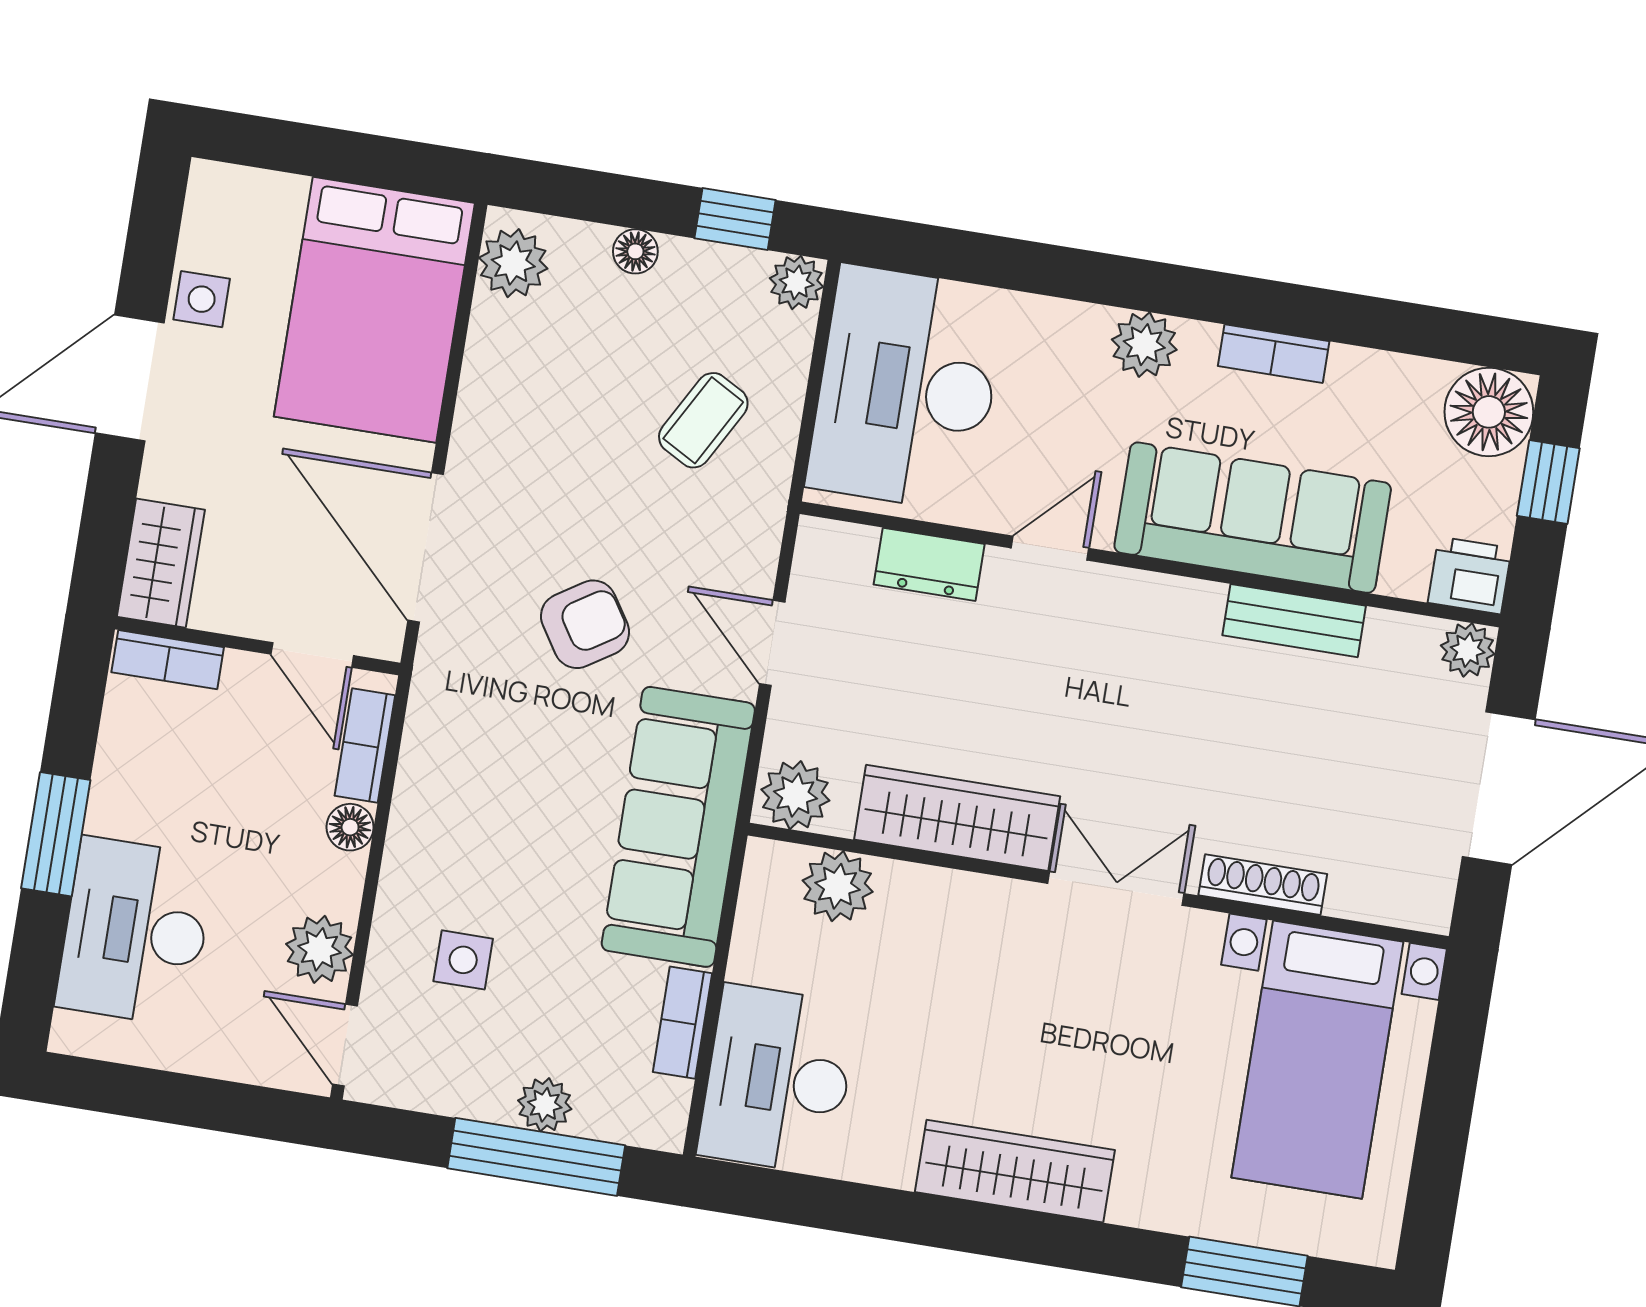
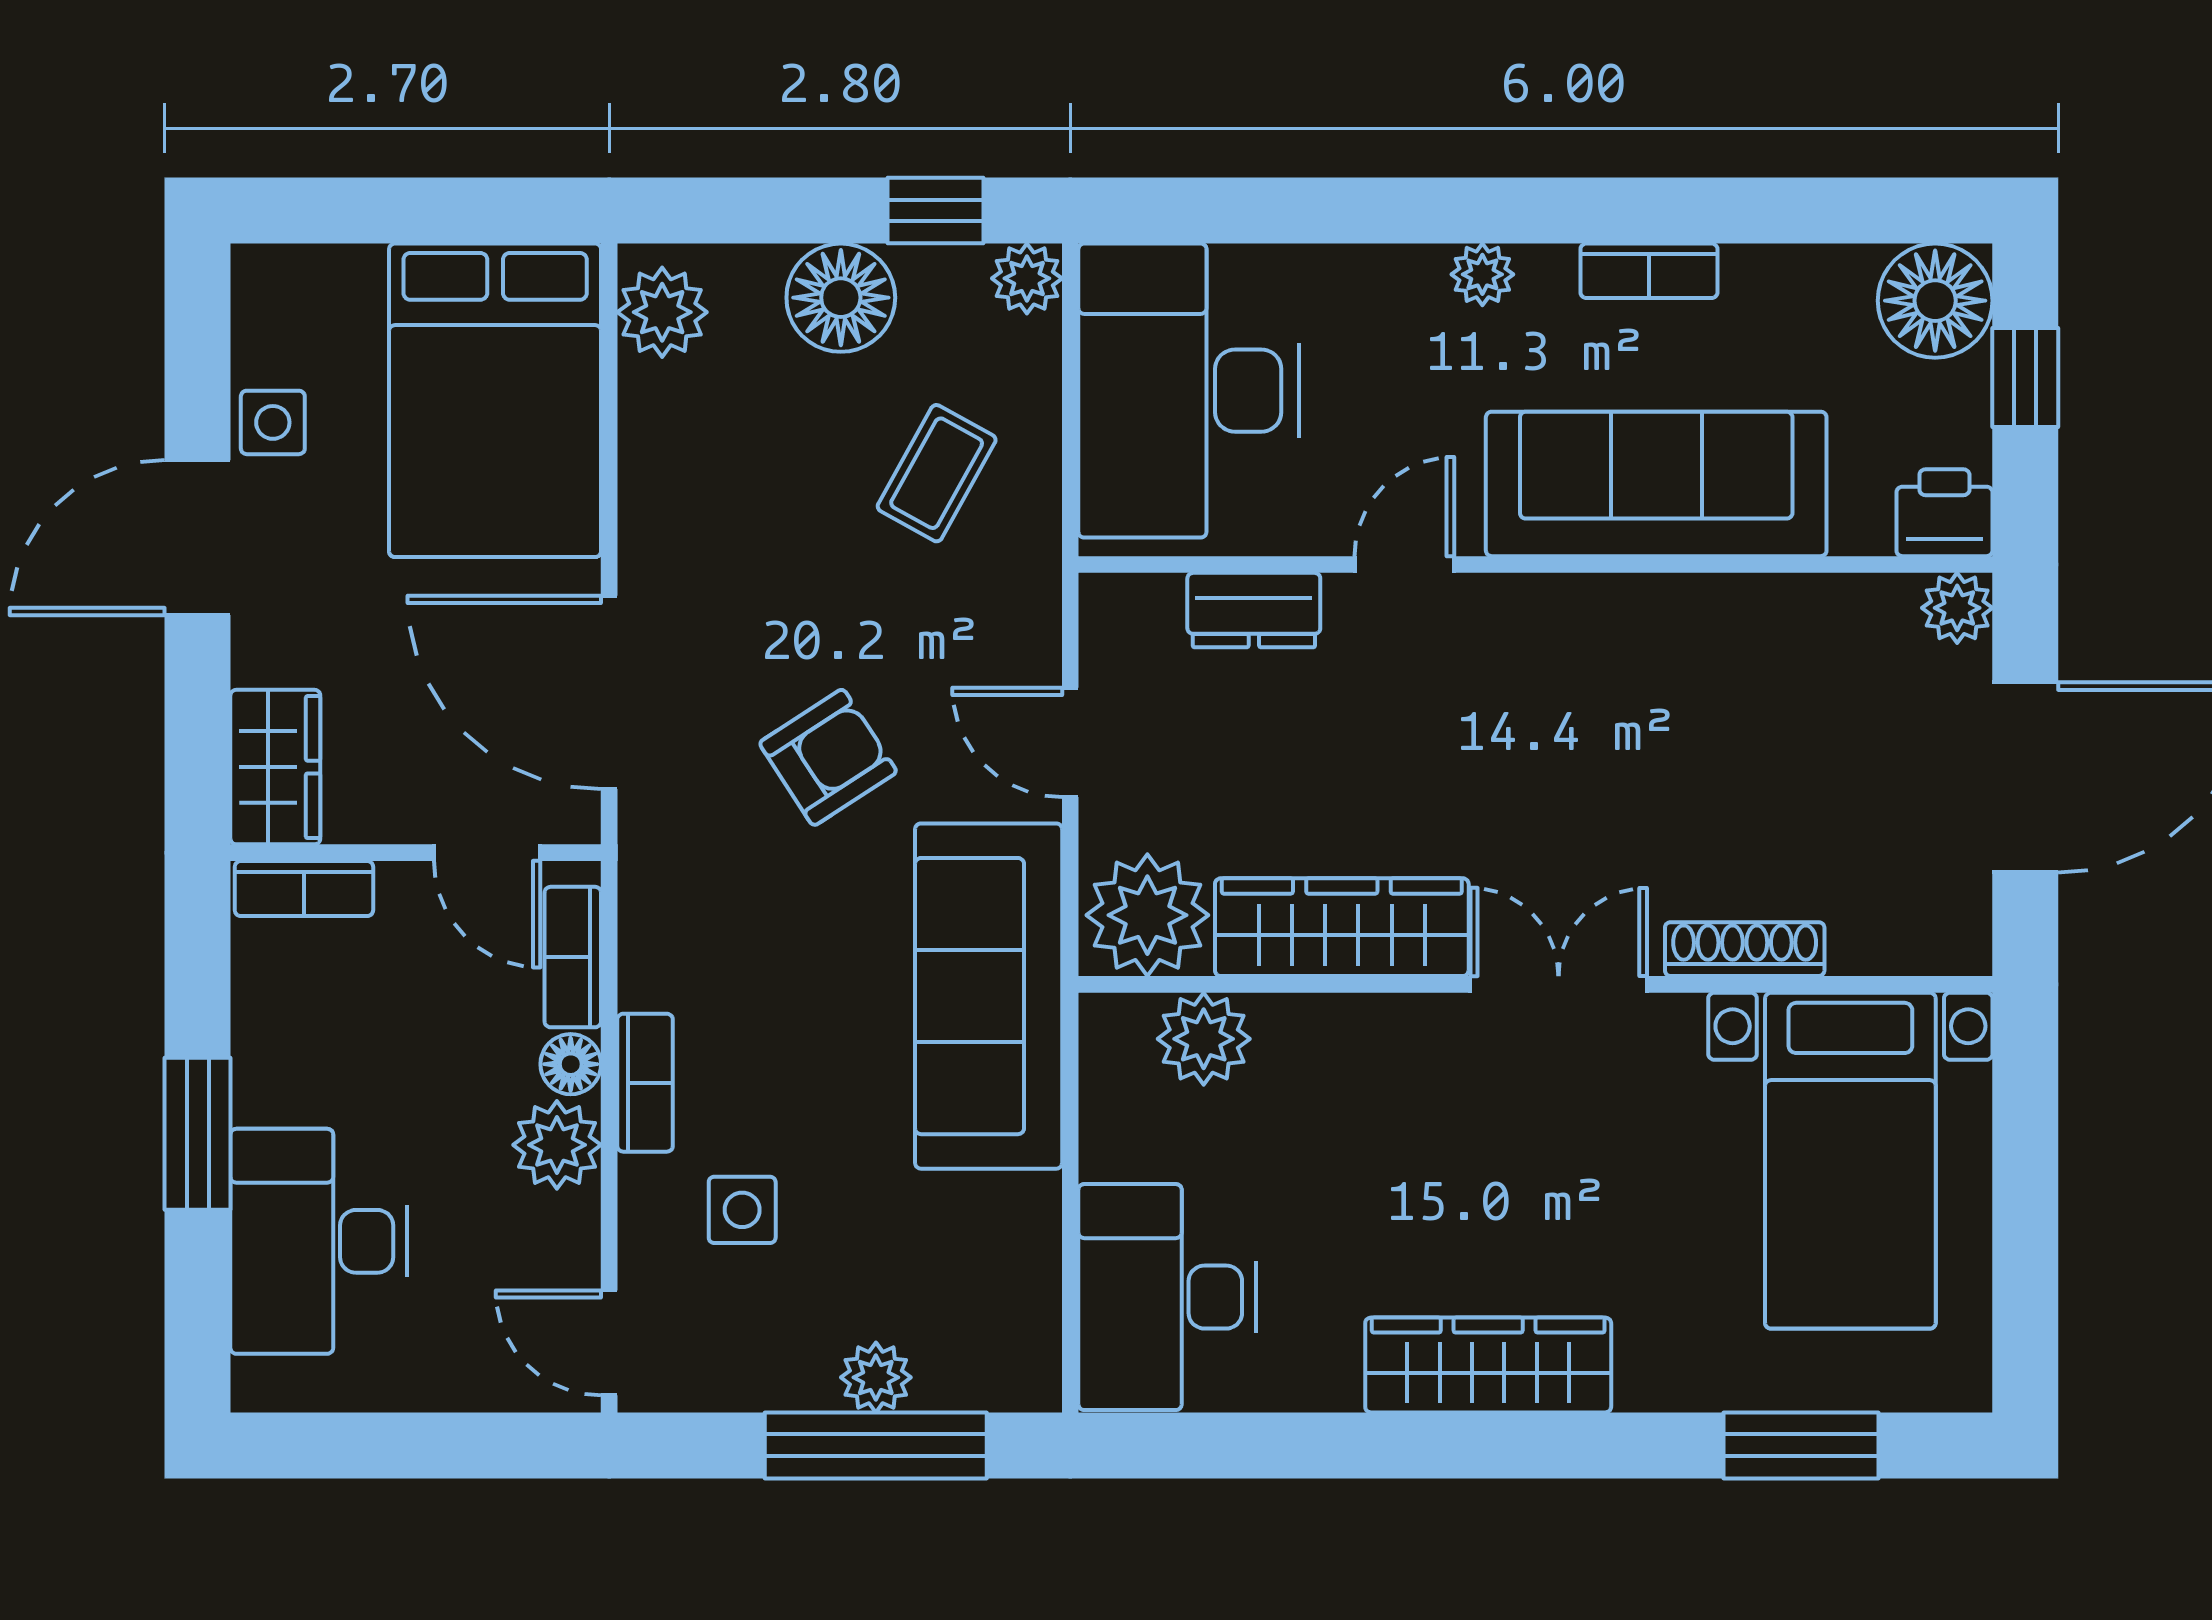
floor lamp: (635, 251) -> (841, 298), width x1.89, depth x1.89
plant: (1144, 345) -> (1482, 274), width x0.73, depth x0.73
bench: (1294, 621) -> (1730, 606), removed
plant: (795, 795) -> (1147, 915), width x1.36, depth x1.36
plant: (319, 949) -> (557, 1145), moved
bookcase: (683, 1023) -> (645, 1083), moved, turned 180

